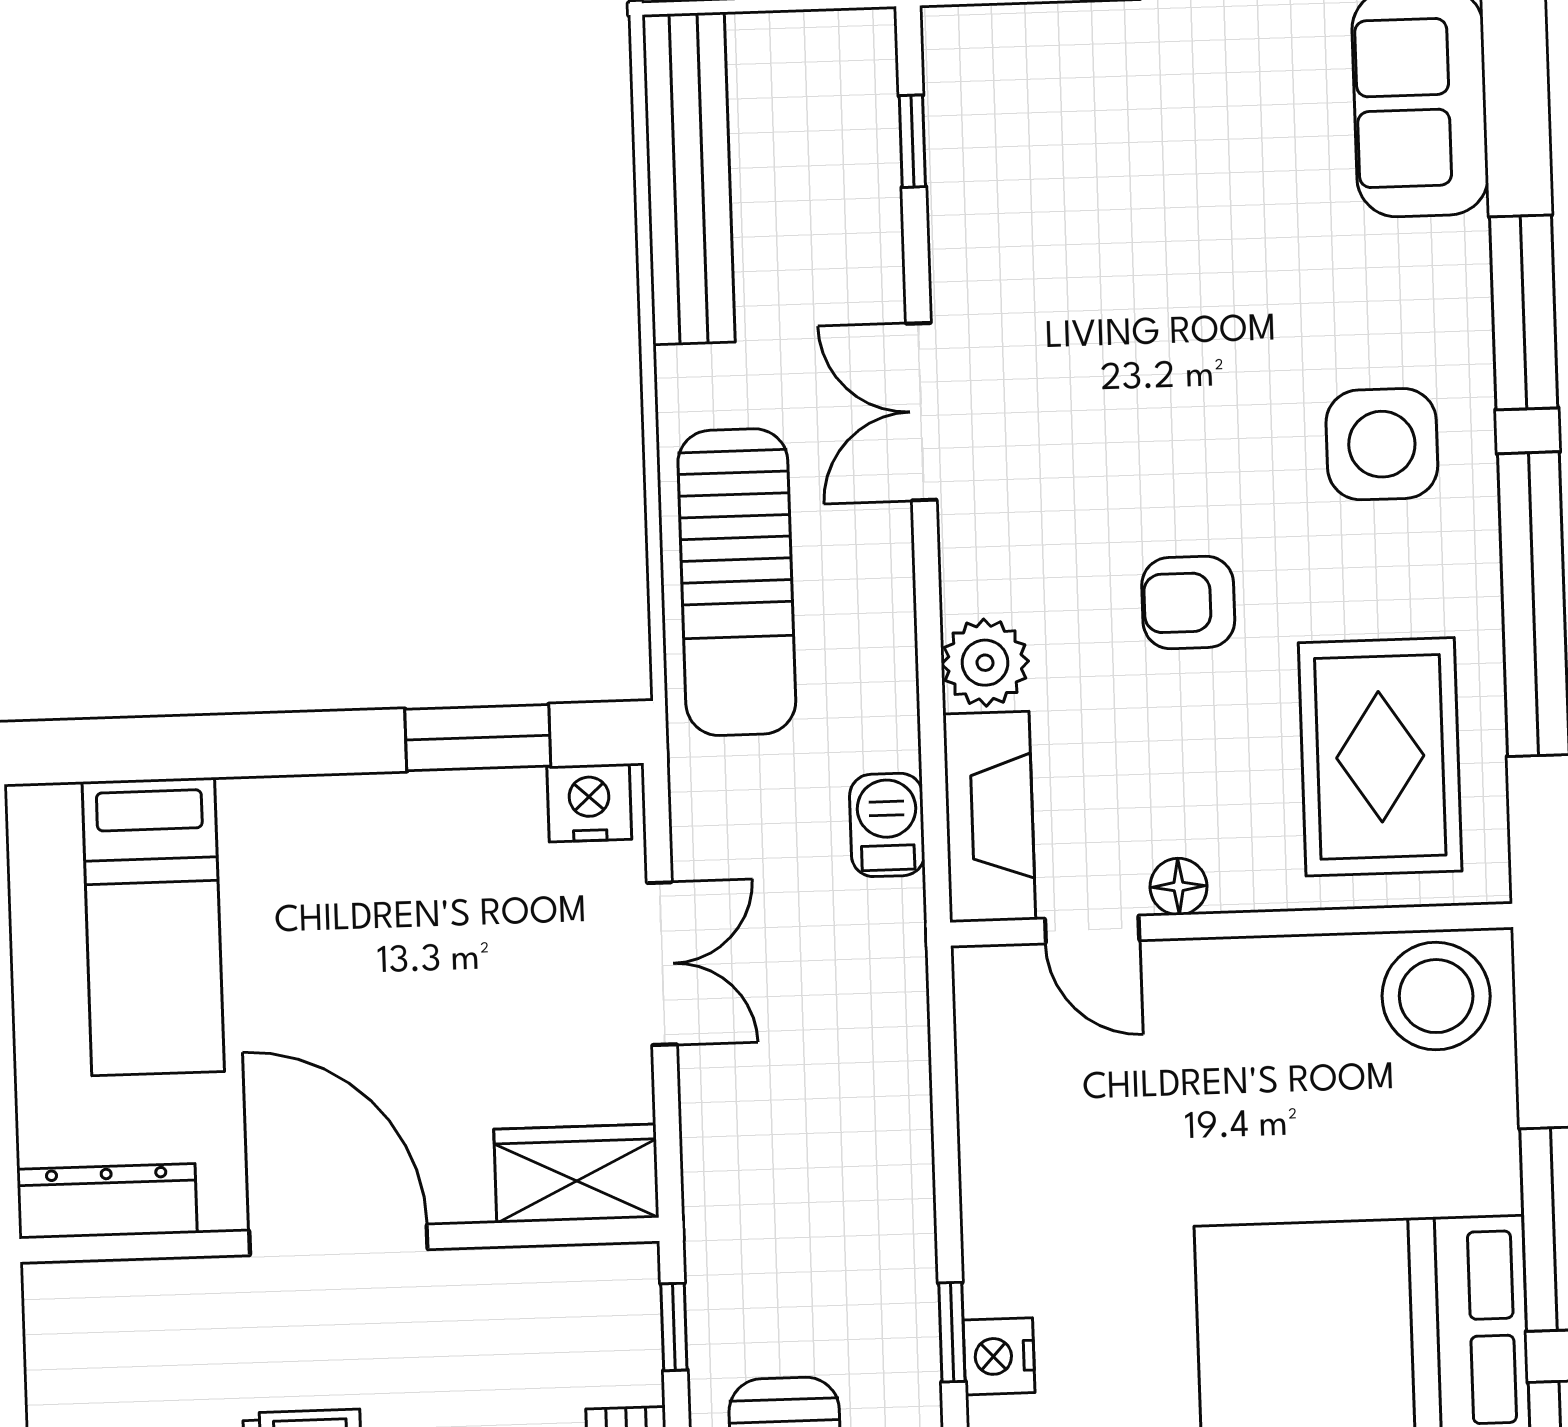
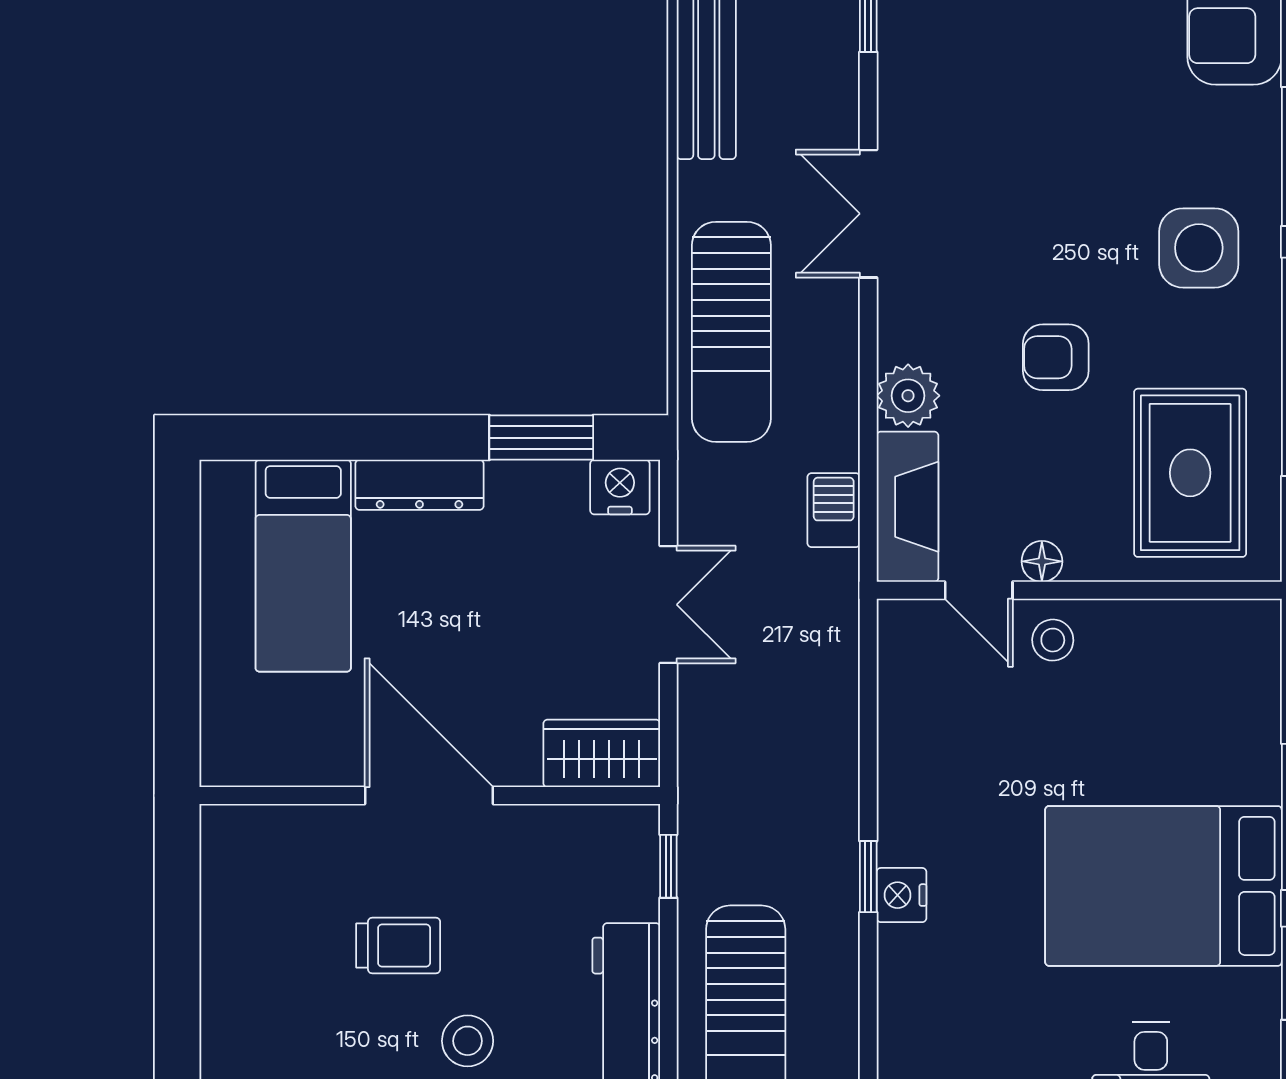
stool: (1436, 996) -> (1053, 640), moved, width x0.53, depth x0.53
dresser: (107, 1201) -> (419, 485), moved, turned 180

